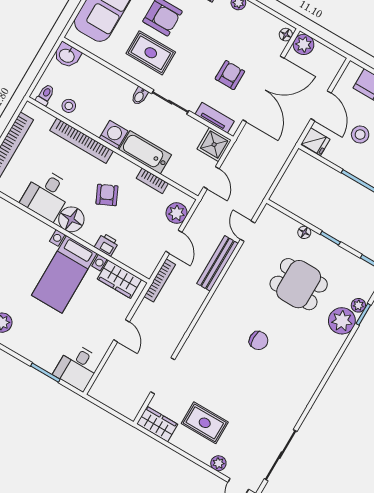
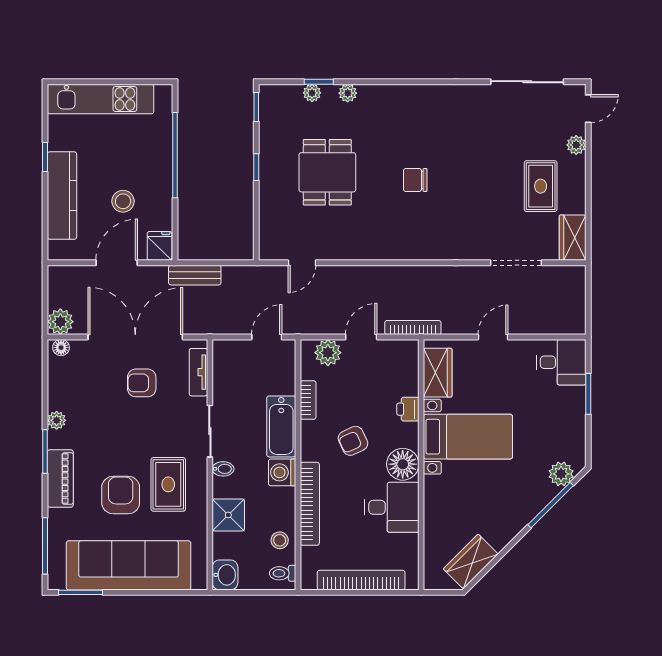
shower: (214, 145) -> (228, 515), moved
floor lamp: (304, 232) -> (267, 200), removed
bench: (217, 263) -> (195, 275), moved, width x0.73
plant: (342, 321) -> (348, 93), width x0.53, depth x0.53
chair: (259, 341) -> (415, 180), turned -90

